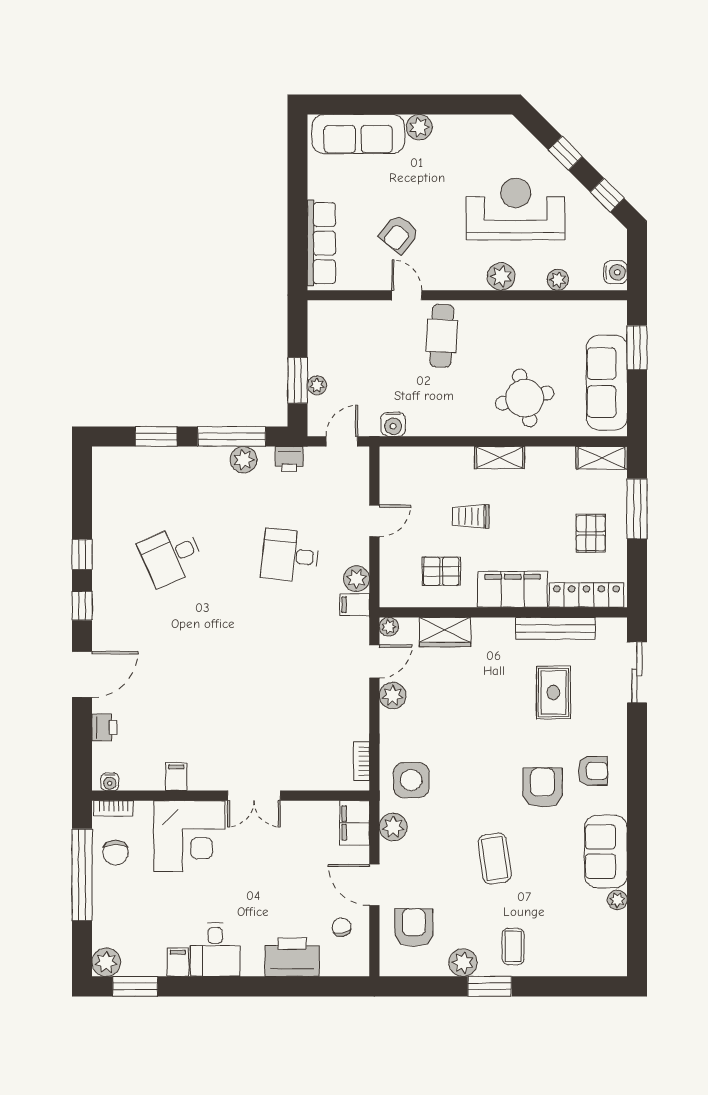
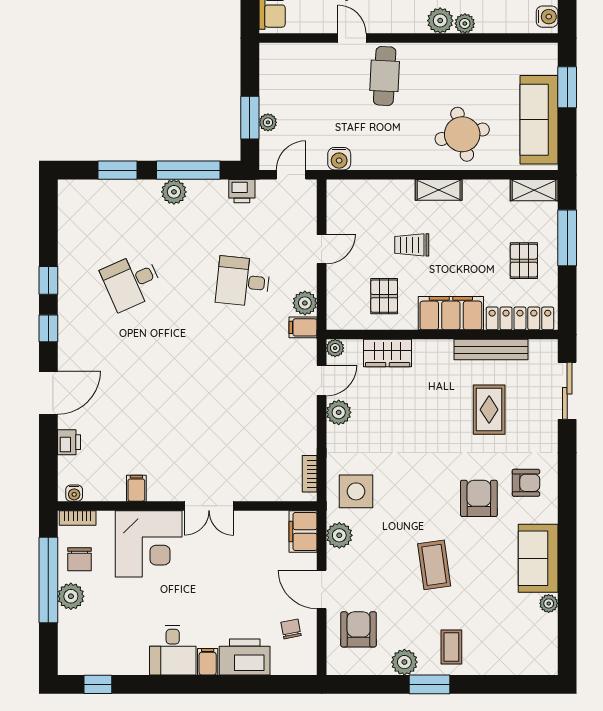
plant: (558, 280) -> (465, 24), moved
plant: (244, 460) -> (174, 192), moved
pallet: (441, 571) -> (384, 296), turned 90
plant: (106, 962) -> (71, 596), moved
filing cabinet: (178, 962) -> (208, 662), moved
window: (135, 986) -> (98, 684), width x0.67

